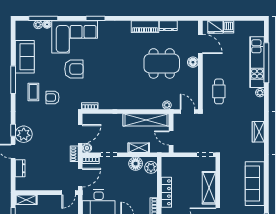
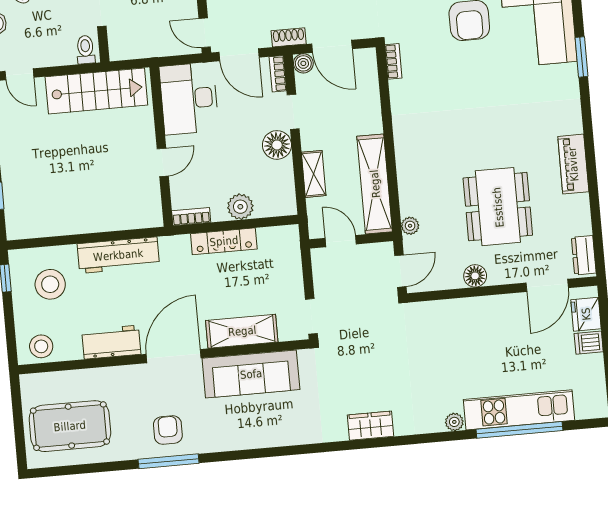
dresser: (168, 26) -> (584, 255), moved
floor lamp: (193, 62) -> (475, 276), moved
cafe table: (219, 91) -> (449, 334), removed
door: (171, 138) -> (341, 241), hinge flipped
floor lamp: (136, 164) -> (277, 145), moved
plant: (151, 167) -> (240, 207), moved
sofa: (255, 184) -> (251, 374), moved, turned 180

